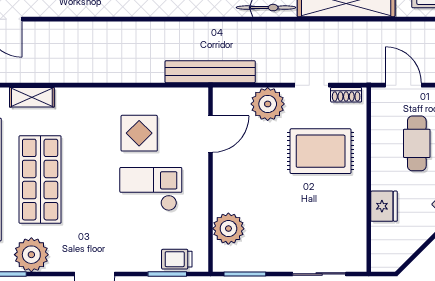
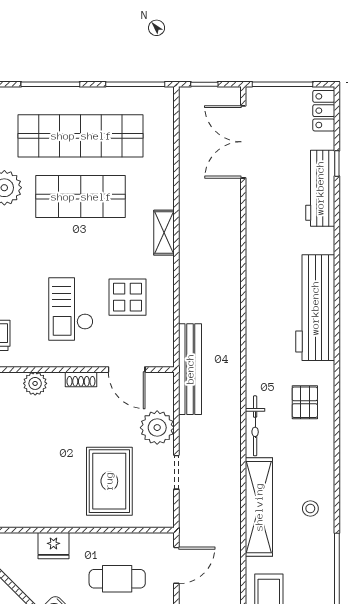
shoe rack: (346, 95) -> (81, 379), moved, turned -90
shelving: (32, 97) -> (164, 233), moved
checkout: (151, 189) -> (71, 309), turned 180
plant: (228, 229) -> (35, 383), width x0.73, depth x0.73

